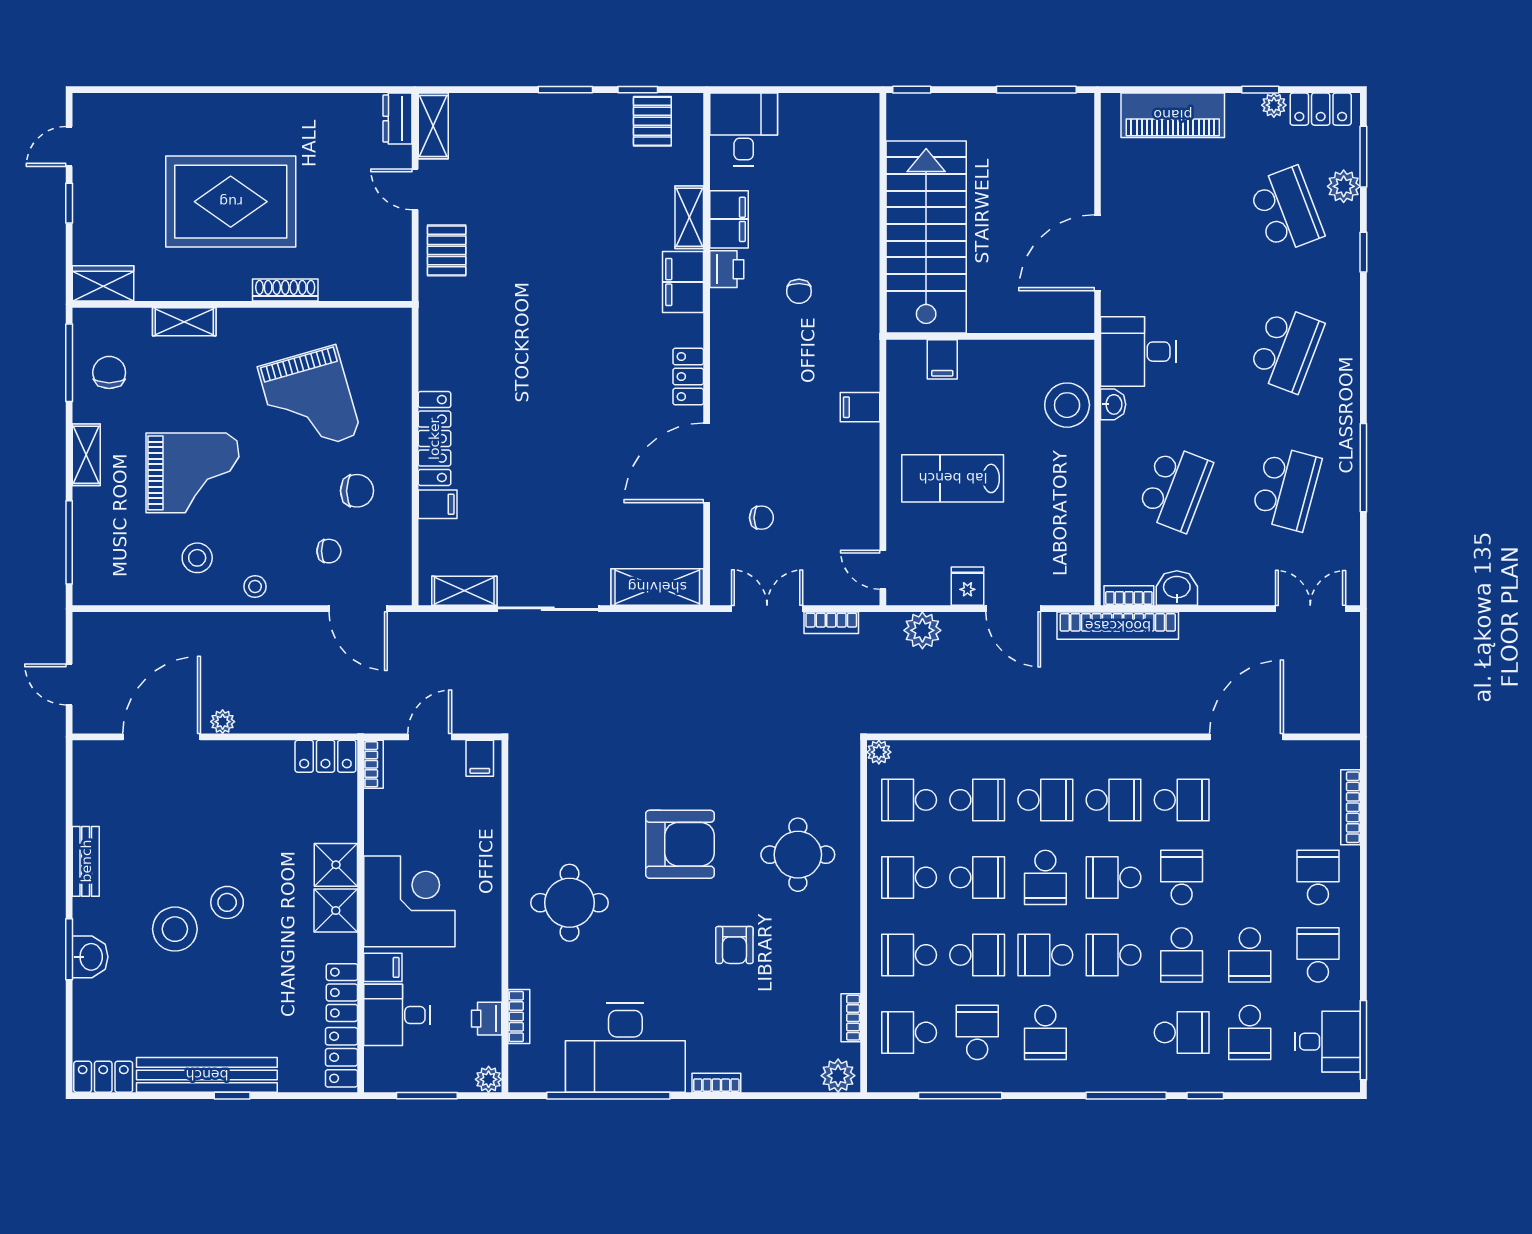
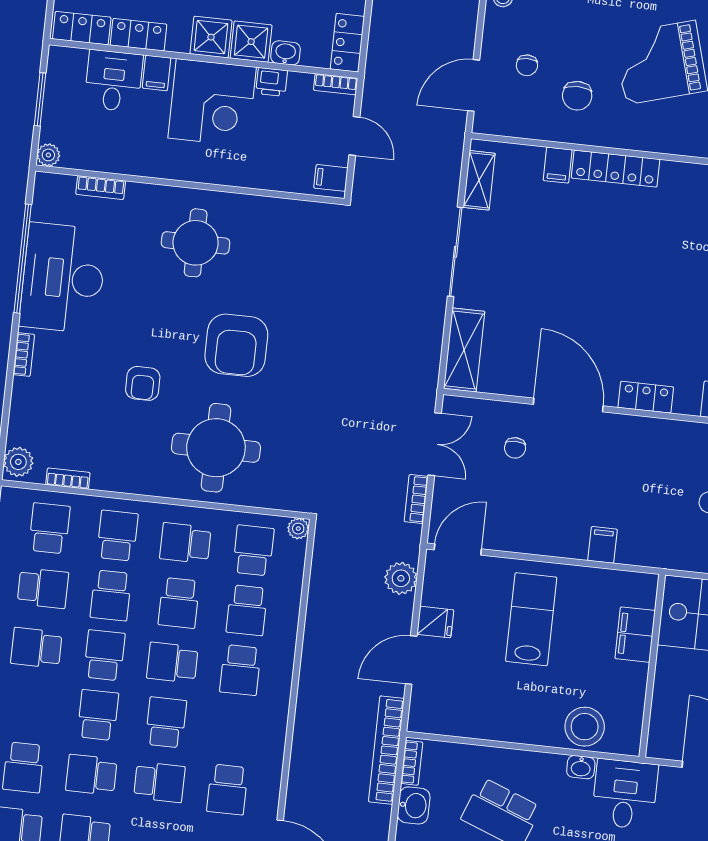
filing cabinet: (942, 359) -> (635, 635), width x2.00
door: (883, 570) -> (458, 549), width x1.37
school desk: (1113, 800) -> (234, 730), removed
washbasin: (344, 825) -> (285, 53), added
round table: (798, 855) -> (216, 448), width x1.36, depth x1.36
school desk: (909, 877) -> (185, 543), turned -90
armchair: (734, 945) -> (143, 383), turned -90
printer: (487, 1019) -> (272, 82), moved, turned 180

